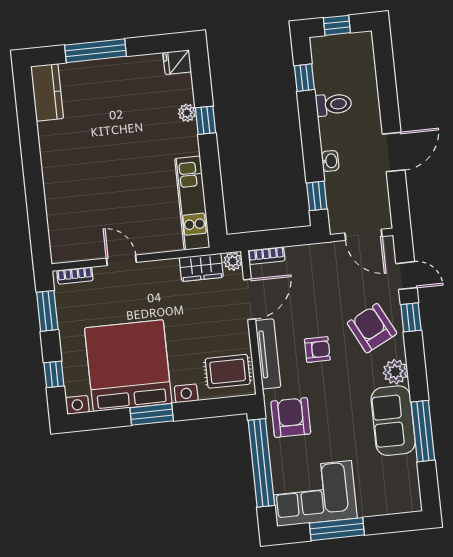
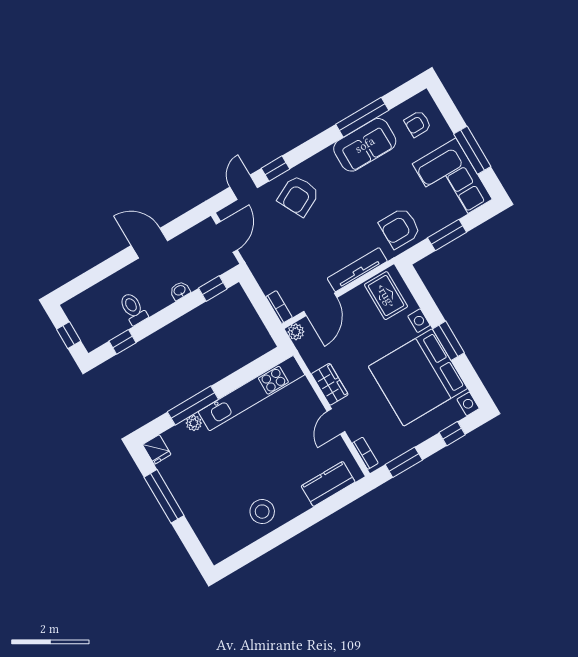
window: (95, 51) -> (164, 496), moved
kitchen counter: (47, 92) -> (328, 484), moved
window: (205, 120) -> (193, 406), width x2.17
stool: (63, 142) -> (262, 512), added
kitchen unit: (192, 203) -> (251, 393), width x1.36
wardrobe: (201, 267) -> (330, 384), moved
door: (250, 299) -> (320, 304), swing flipped
armchair: (317, 350) -> (418, 124), moved, turned -90
plant: (395, 372) -> (325, 161), removed
window: (261, 463) -> (447, 235), width x0.47

